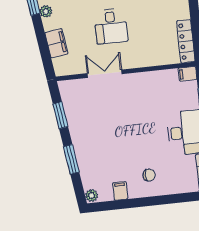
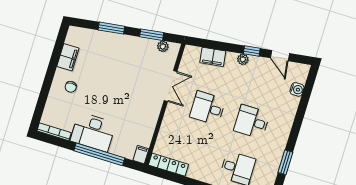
filing cabinet: (120, 191) -> (68, 57), width x2.00
plant: (92, 196) -> (163, 46), moved

